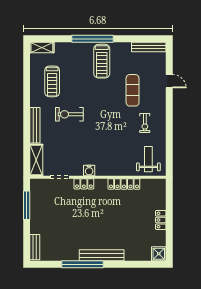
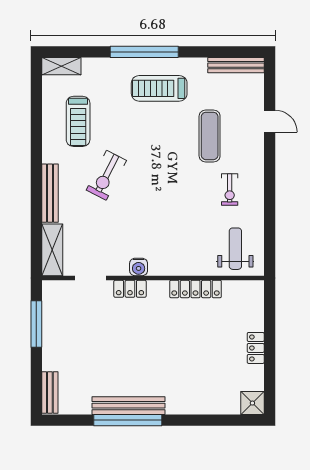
treadmill: (102, 61) -> (159, 88), turned 90
exercise bike: (69, 114) -> (106, 175), turned -63
bench: (102, 255) -> (129, 406), moved

